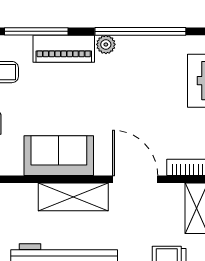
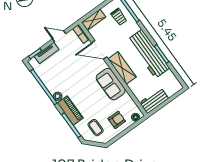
door: (135, 179) -> (99, 50), hinge flipped

